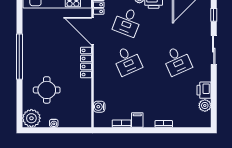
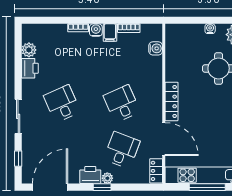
water cooler: (149, 122) -> (96, 30), added

